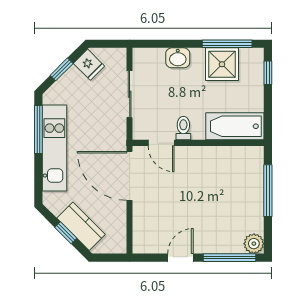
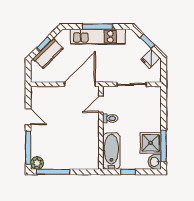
washbasin: (178, 58) -> (155, 162), moved
window: (268, 73) -> (128, 172), moved
window: (38, 129) -> (97, 27), moved
window: (268, 191) -> (53, 172), moved

